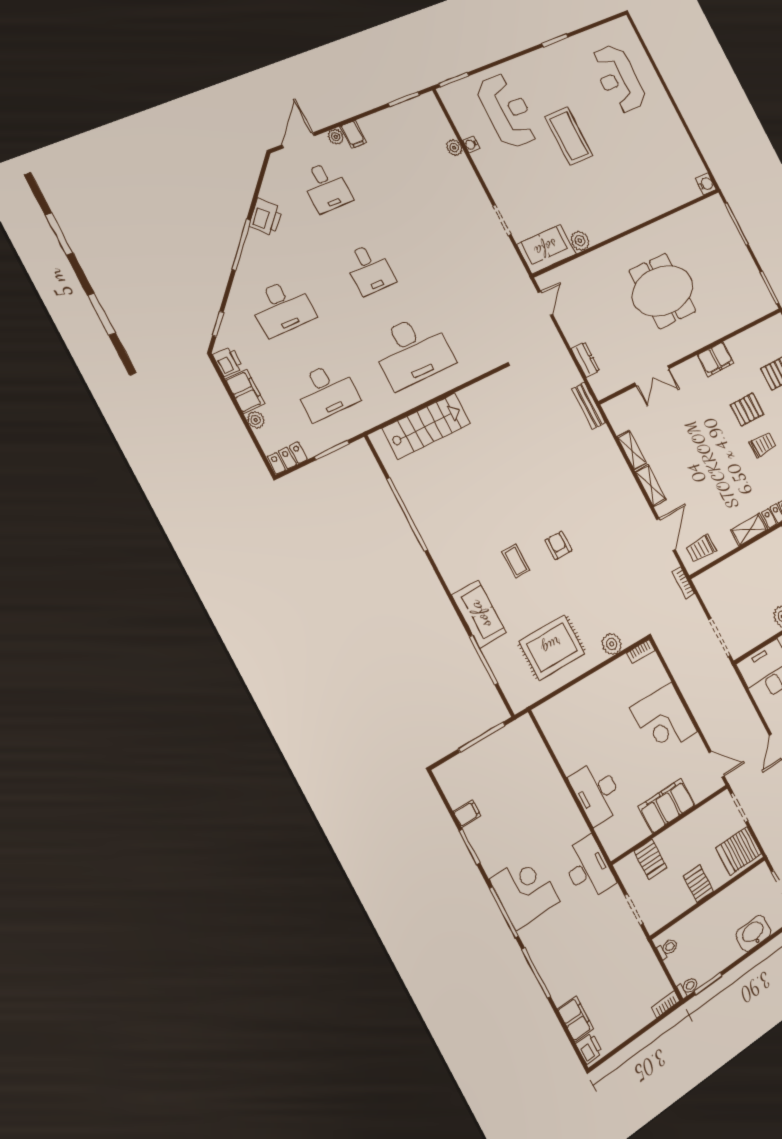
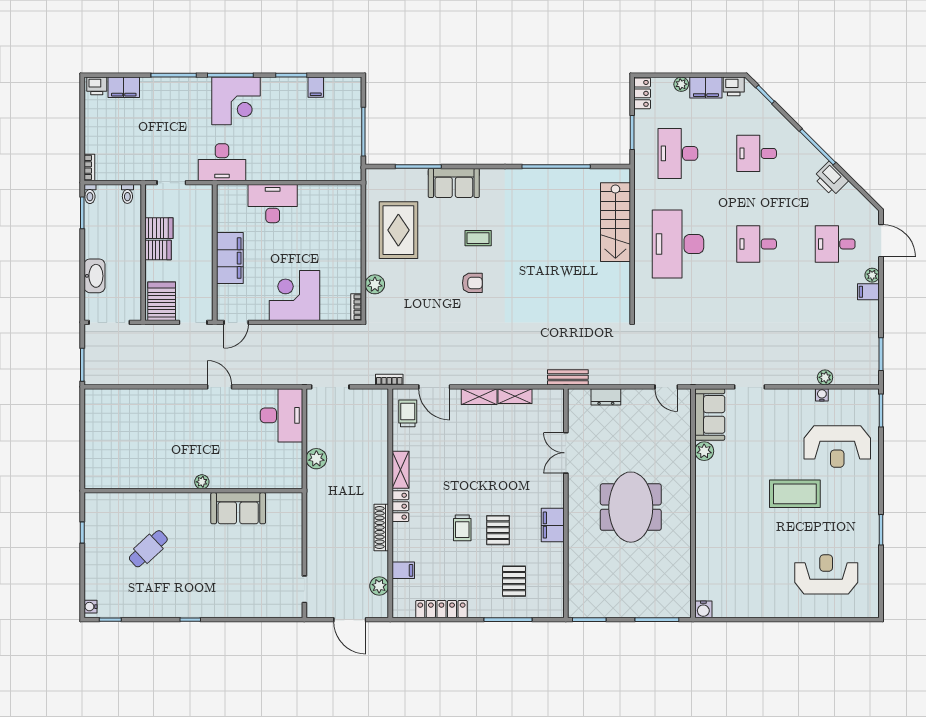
desk: (282, 307) -> (757, 153), width x0.73
server rack: (650, 859) -> (159, 228), moved, turned 180

